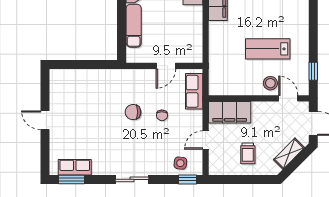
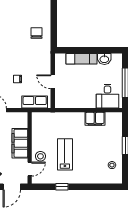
window: (313, 71) -> (62, 187), moved
chair: (133, 112) -> (36, 33), moved
filing cabinet: (230, 112) -> (20, 143), moved

